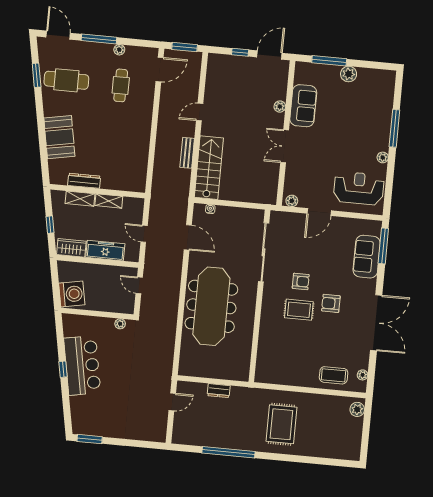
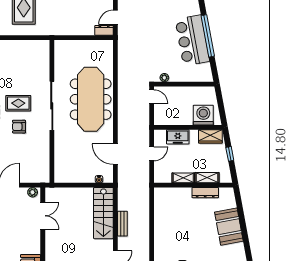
double door: (285, 146) -> (43, 216), moved
door: (144, 234) -> (152, 154), hinge flipped
freezer: (105, 251) -> (178, 137), width x0.71
sliding door: (264, 252) -> (52, 106), moved
door: (139, 285) -> (152, 97), moved
washing machine: (72, 294) -> (203, 115), moved, turned 101
window: (63, 369) -> (208, 36), width x3.17
dresser: (219, 391) -> (104, 30), moved

